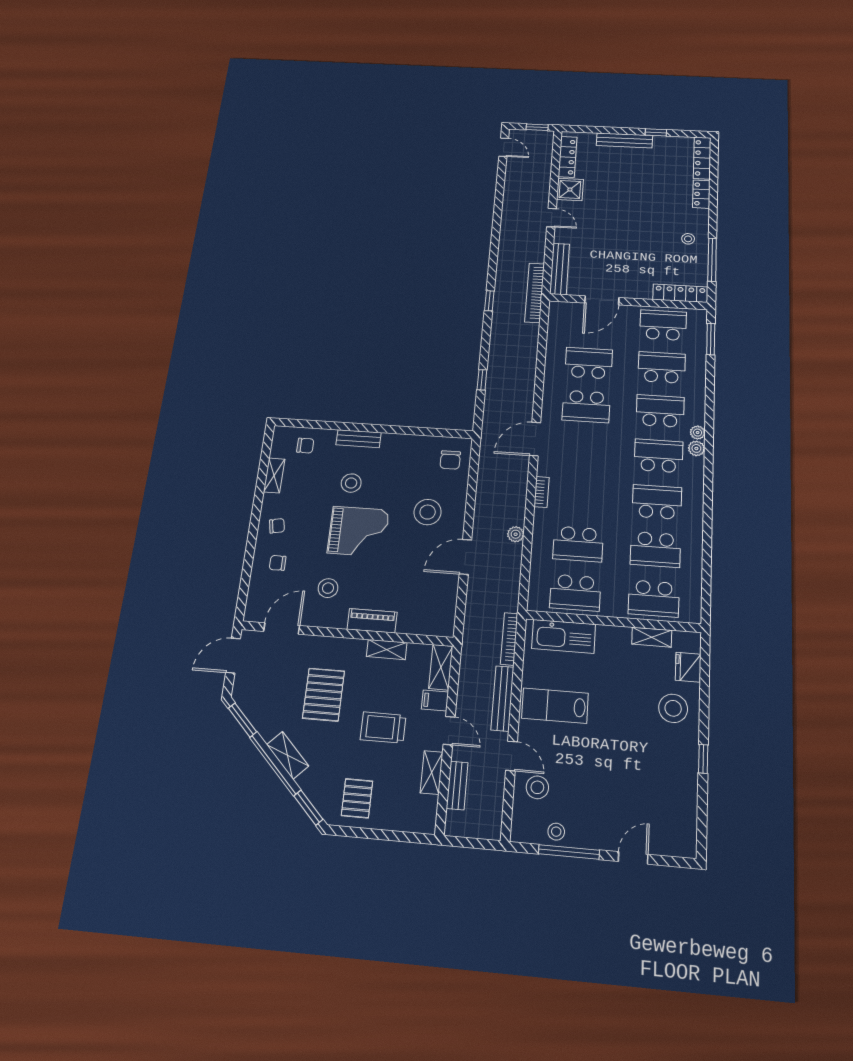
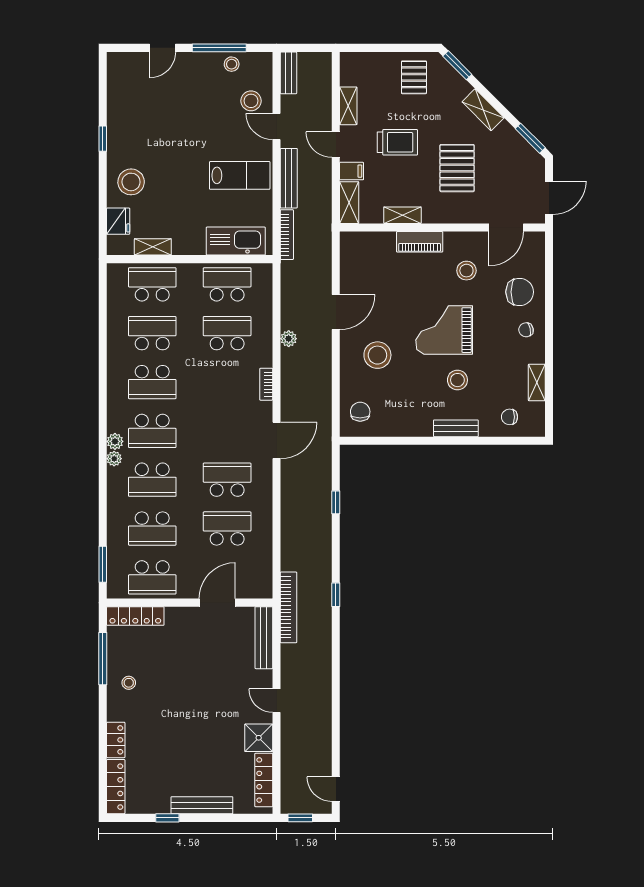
school desk: (589, 363) -> (227, 529), turned 180
chair: (278, 563) -> (520, 292), width x1.87, depth x1.87
bench: (457, 785) -> (289, 73), moved

